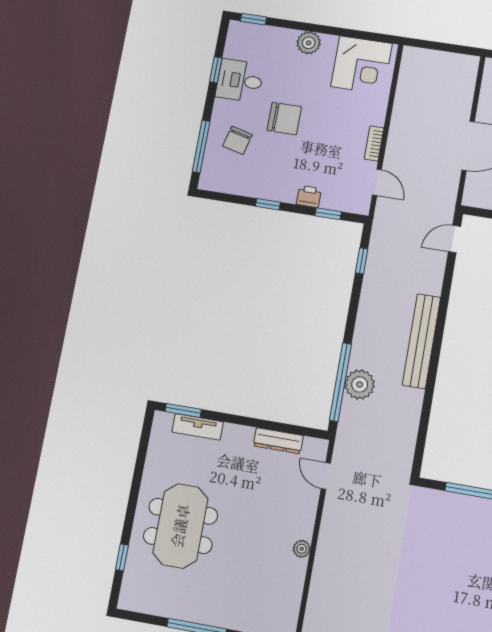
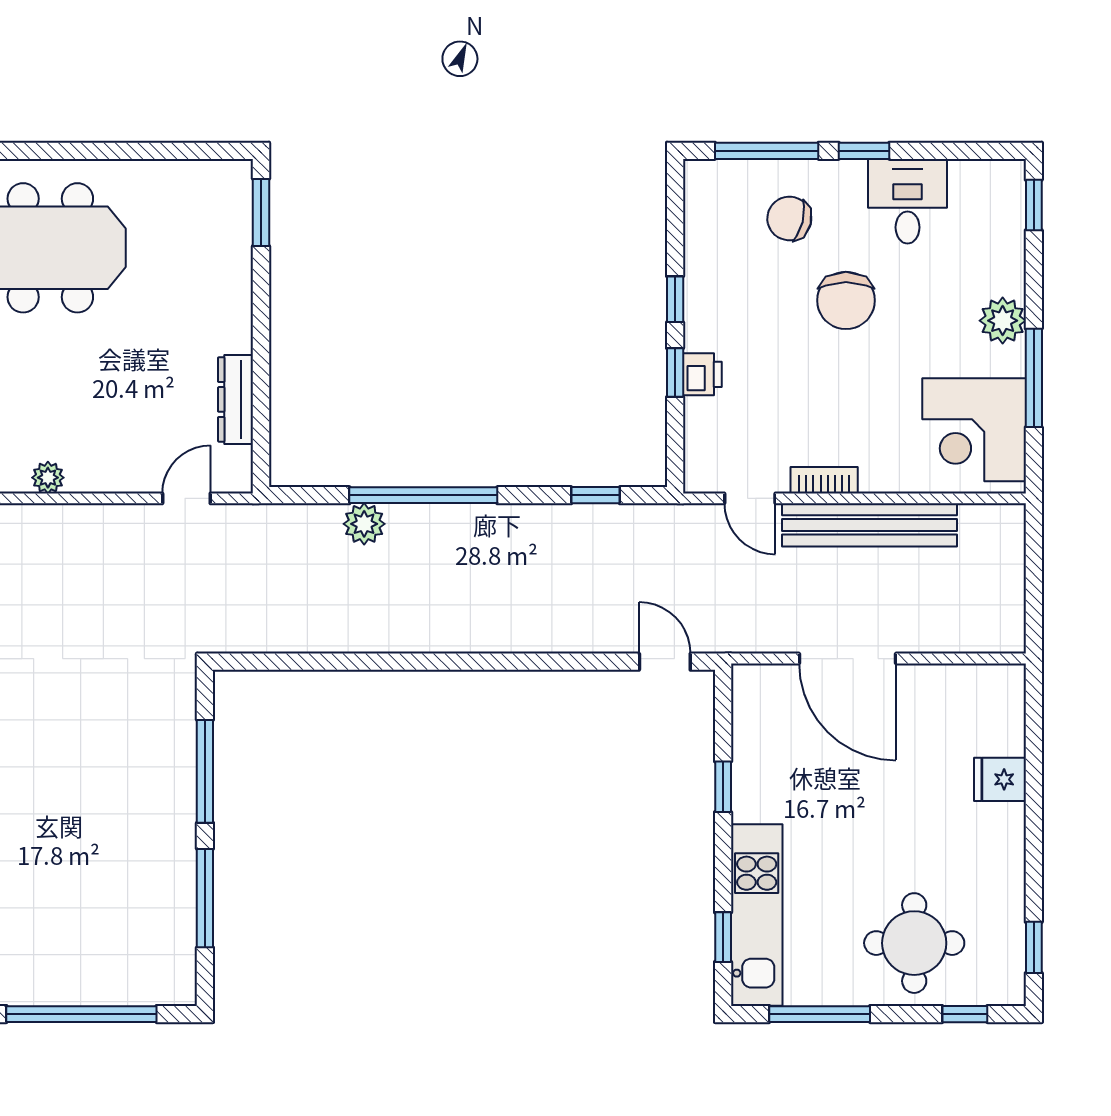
window: (340, 32) -> (1034, 378), added
window: (216, 70) -> (864, 151), moved
door: (377, 182) -> (750, 498), hinge flipped
window: (328, 214) -> (675, 373), moved
bench: (421, 341) -> (869, 525), moved
window: (340, 382) -> (423, 495), moved
plant: (360, 384) -> (364, 524), width x0.73, depth x0.73
tv unit: (198, 427) -> (235, 245), removed

